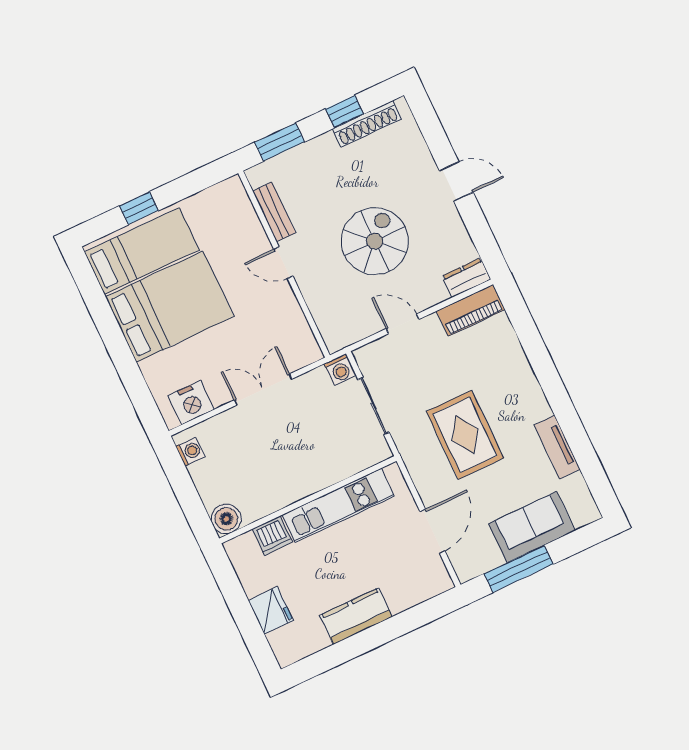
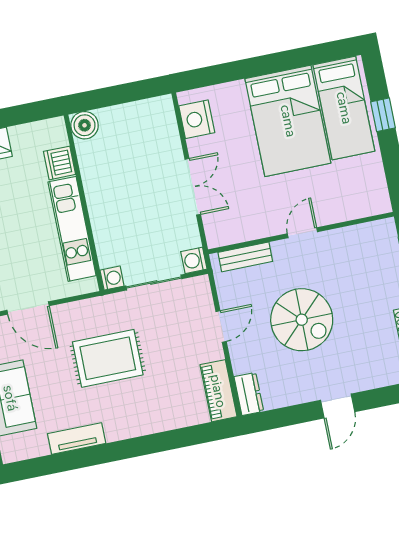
bench: (274, 212) -> (245, 257), moved
washing machine: (190, 451) -> (112, 278), moved, turned -90

